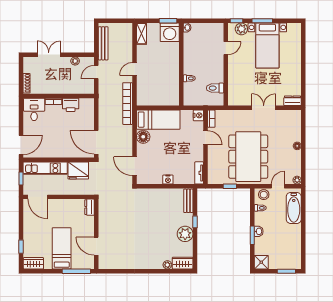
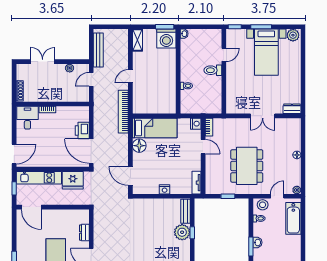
plant: (241, 29) -> (293, 35), moved
toilet: (215, 88) -> (213, 70), moved
printer: (71, 105) -> (82, 130), moved, turned 90
double door: (264, 108) -> (263, 116), swing flipped
dining table: (248, 157) -> (247, 166), width x0.73, depth x0.80
dresser: (90, 207) -> (84, 233), moved
plant: (185, 234) -> (182, 232), moved

